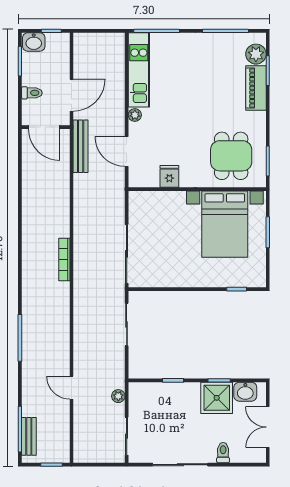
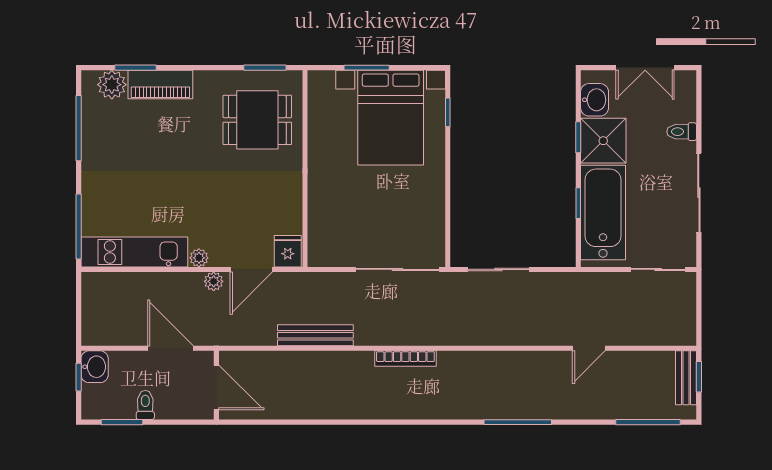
washbasin: (34, 42) -> (95, 367), moved
toilet: (32, 93) -> (145, 405), moved
door: (44, 127) -> (216, 387), hinge flipped
bench: (81, 146) -> (315, 335), moved
fridge: (169, 176) -> (288, 251), moved, turned 90
bed with nightstands: (225, 224) -> (391, 118), moved, turned 90
plant: (118, 396) -> (214, 281), moved
bathtub: (166, 398) -> (603, 213), added
bench: (29, 436) -> (686, 378), moved, turned 90

